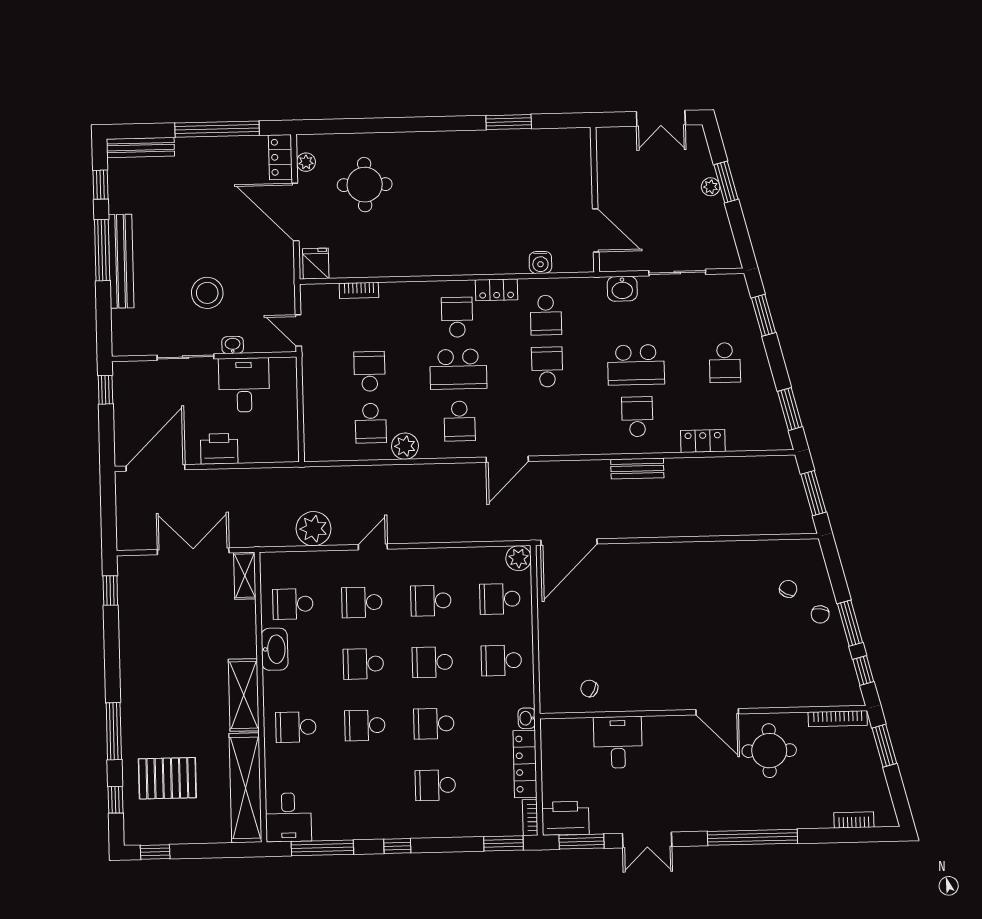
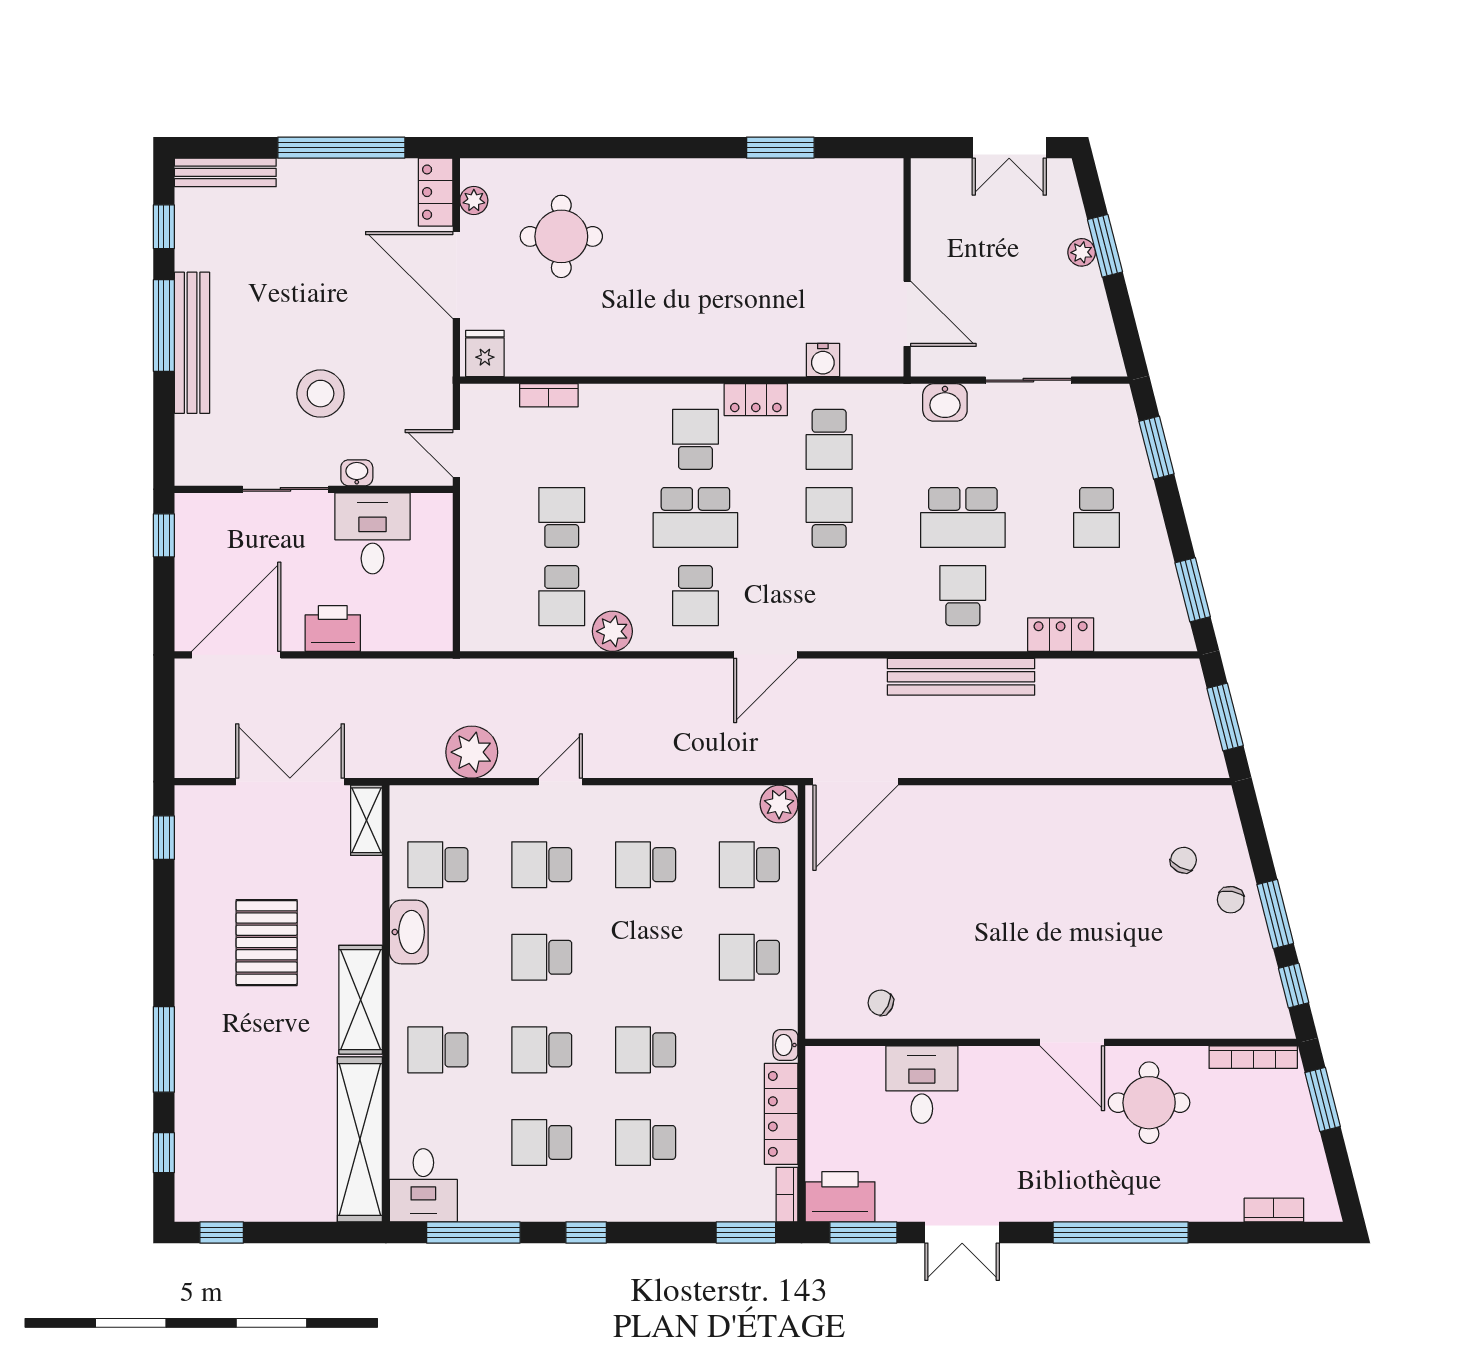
bench: (637, 468) -> (961, 677), width x1.86, depth x1.21
school desk: (432, 662) -> (542, 1142), moved
pallet: (167, 778) -> (267, 943), moved, turned 90

